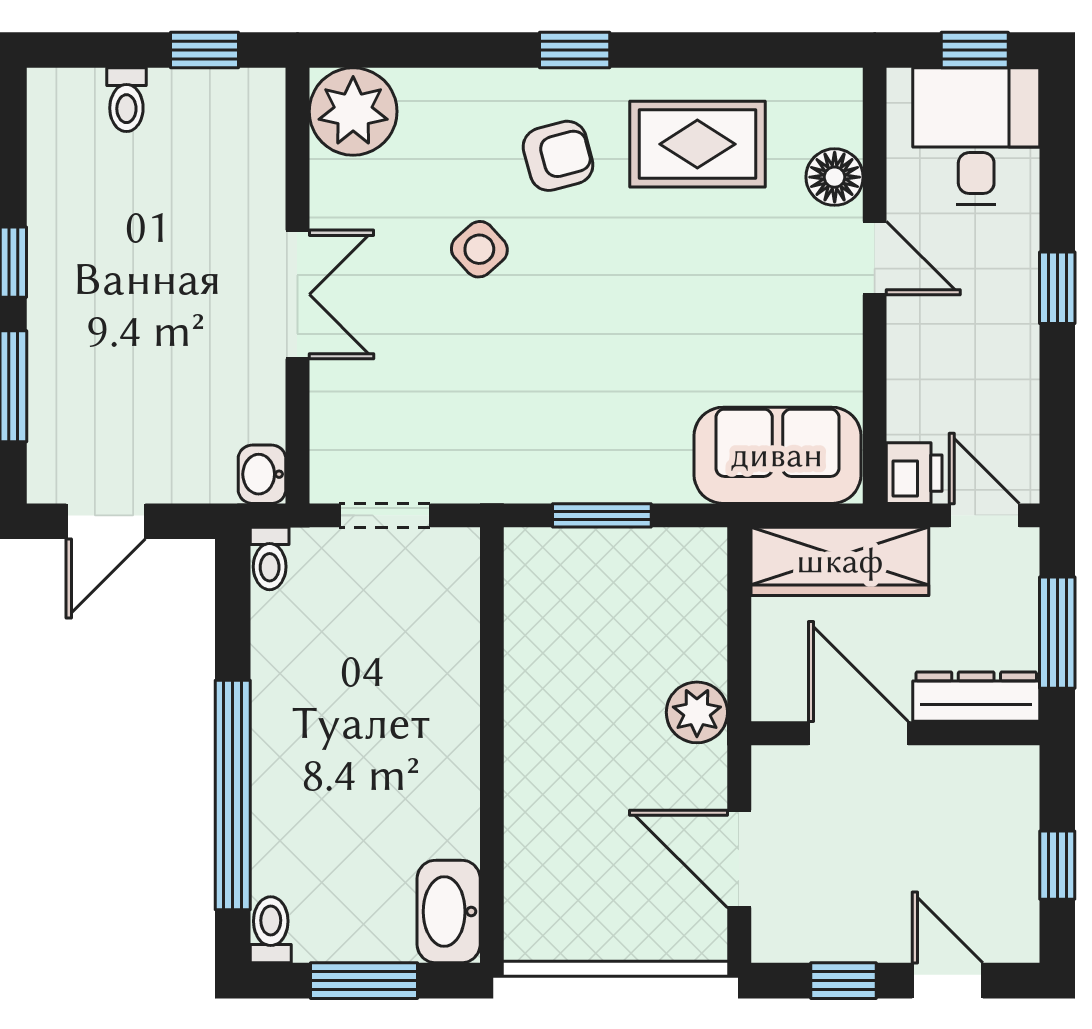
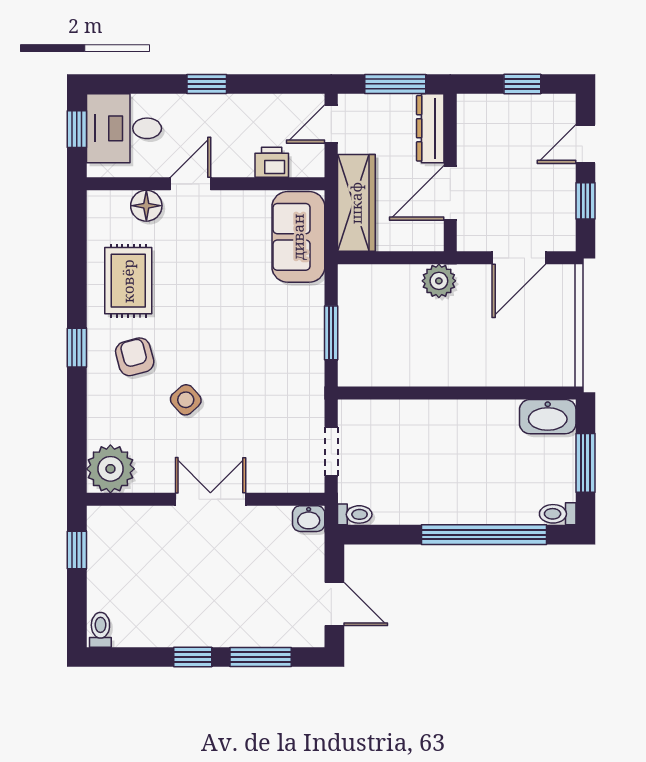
toilet: (126, 100) -> (100, 630), moved, turned -90
printer: (914, 473) -> (272, 162), moved

